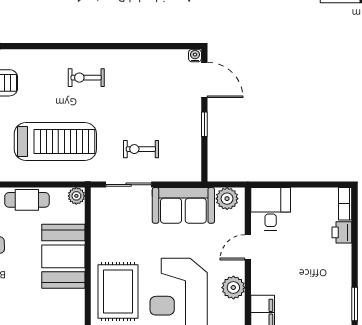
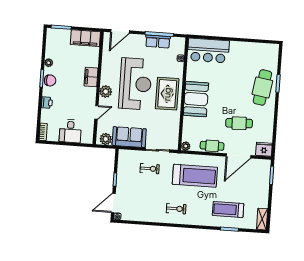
door: (204, 80) -> (113, 203), hinge flipped
treadmill: (55, 142) -> (195, 176), turned 180
desk: (271, 209) -> (70, 131), moved
printer: (342, 232) -> (47, 103), moved
booth: (63, 256) -> (196, 99), moved
chair: (339, 301) -> (50, 80), added

